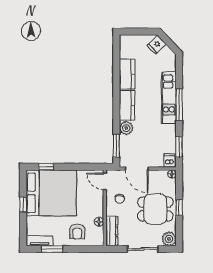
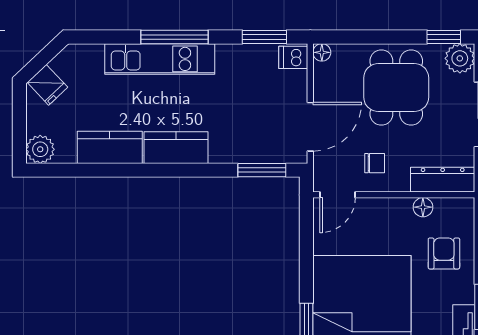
plant: (126, 128) -> (40, 149), moved
window: (179, 208) -> (444, 37), moved
armchair: (77, 231) -> (444, 253), turned -90

